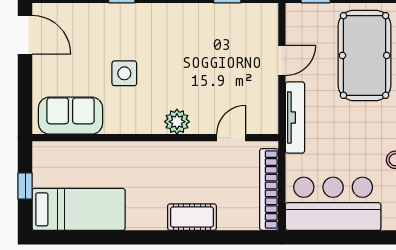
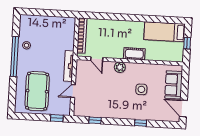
sofa: (71, 116) -> (174, 85), moved, turned 90
door: (231, 138) -> (97, 59), hinge flipped
bar counter: (333, 204) -> (54, 28), removed
cot: (192, 217) -> (134, 54), moved

